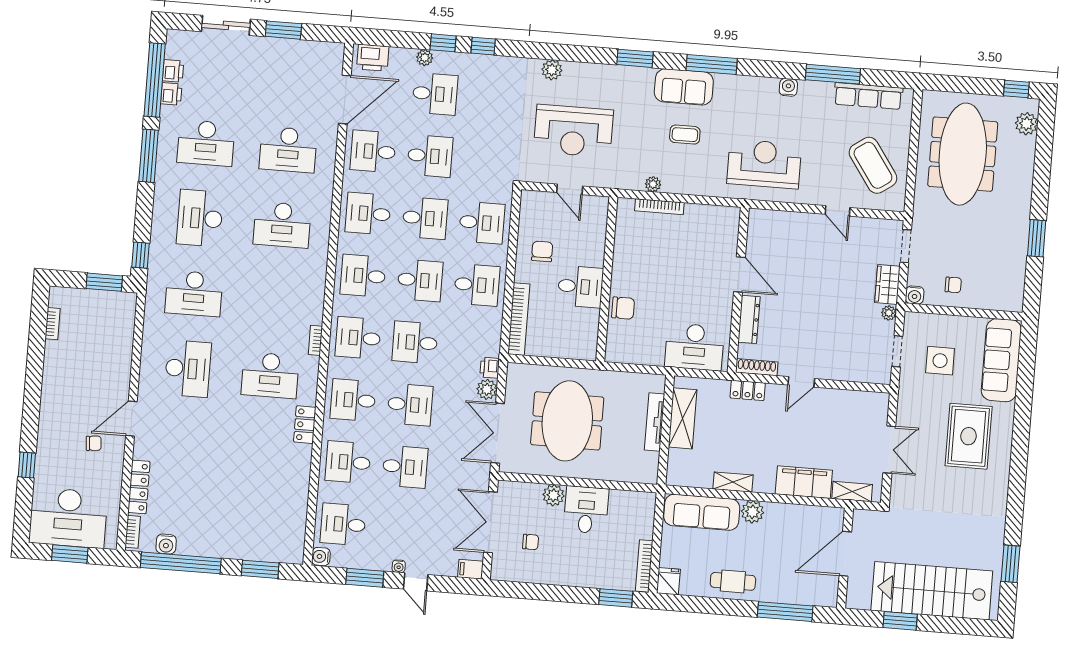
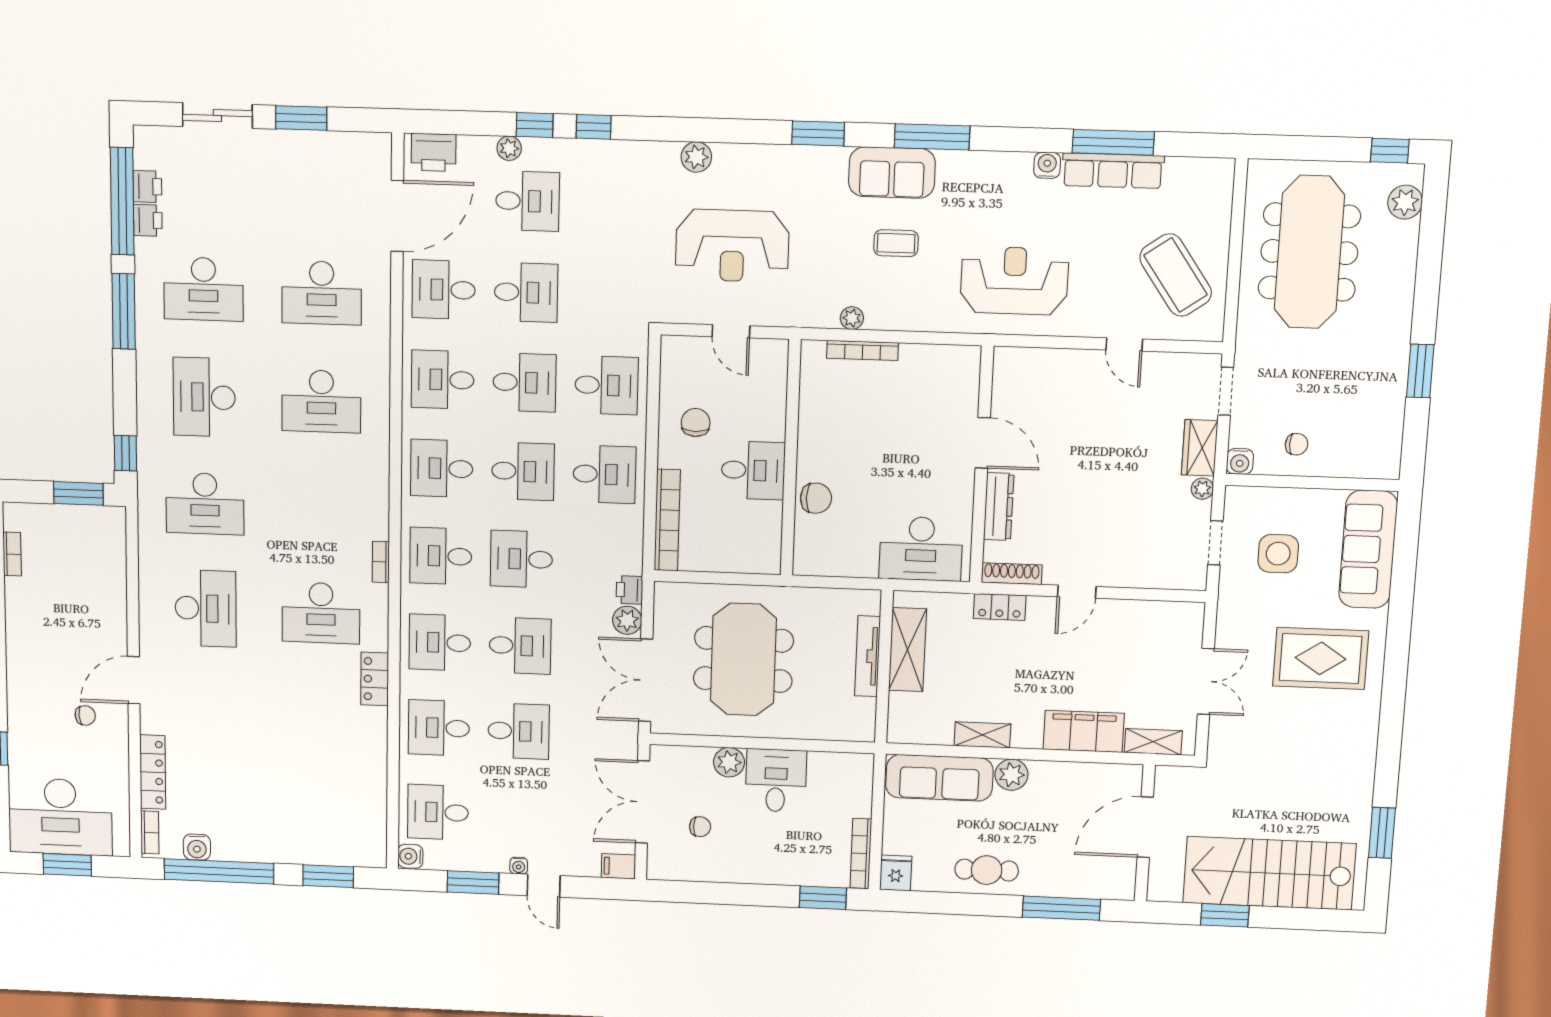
row of seats: (868, 96) -> (1113, 171), moved
rug: (969, 436) -> (1321, 658), turned 90

